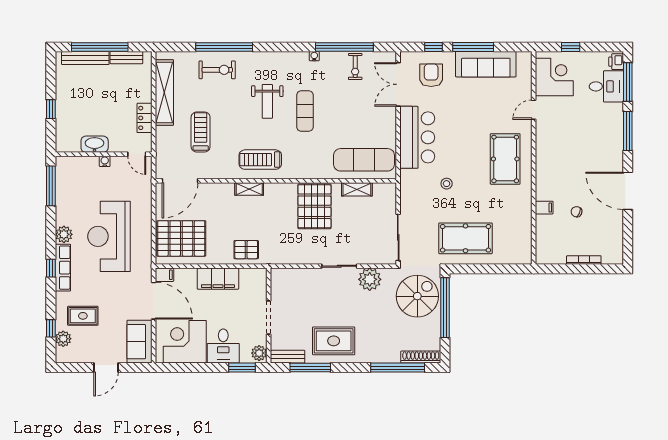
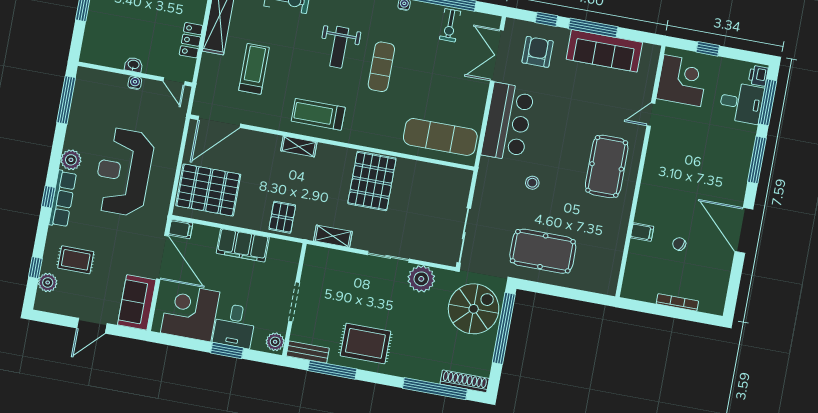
washbasin: (95, 144) -> (134, 65), width x0.52, depth x0.69
shelving: (357, 189) -> (333, 236), moved
pallet: (246, 250) -> (282, 217), turned 90
window: (242, 368) -> (227, 351), moved

